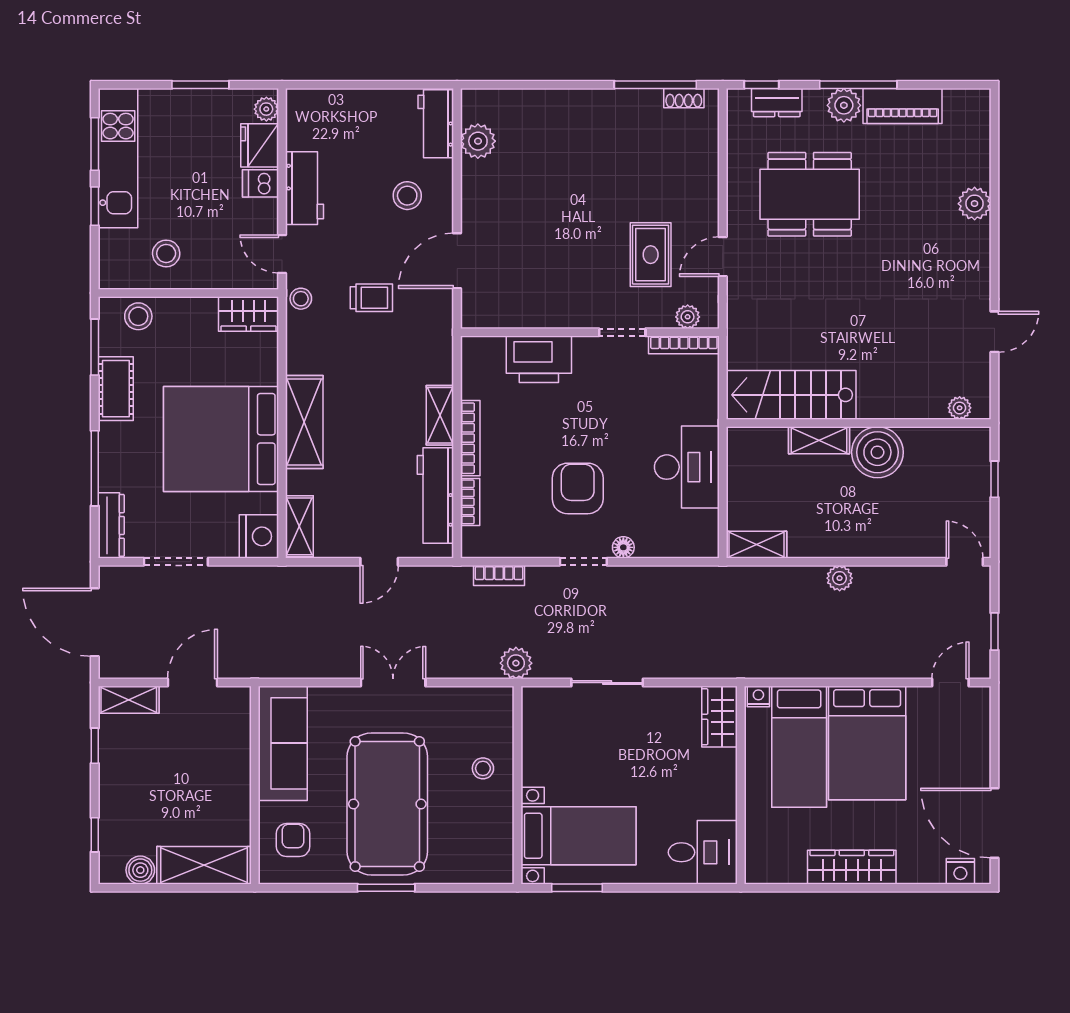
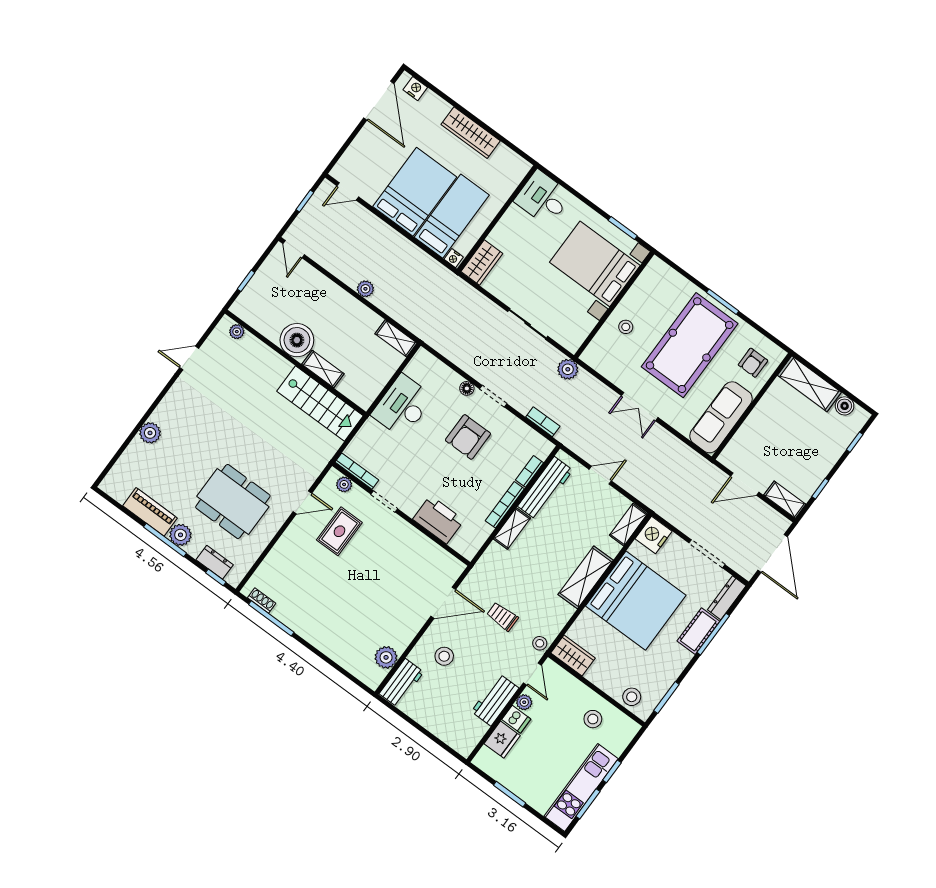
plant: (266, 109) -> (524, 702), moved
cot: (116, 389) -> (698, 631), moved
bed with nightstands: (579, 836) -> (595, 264), width x1.36

